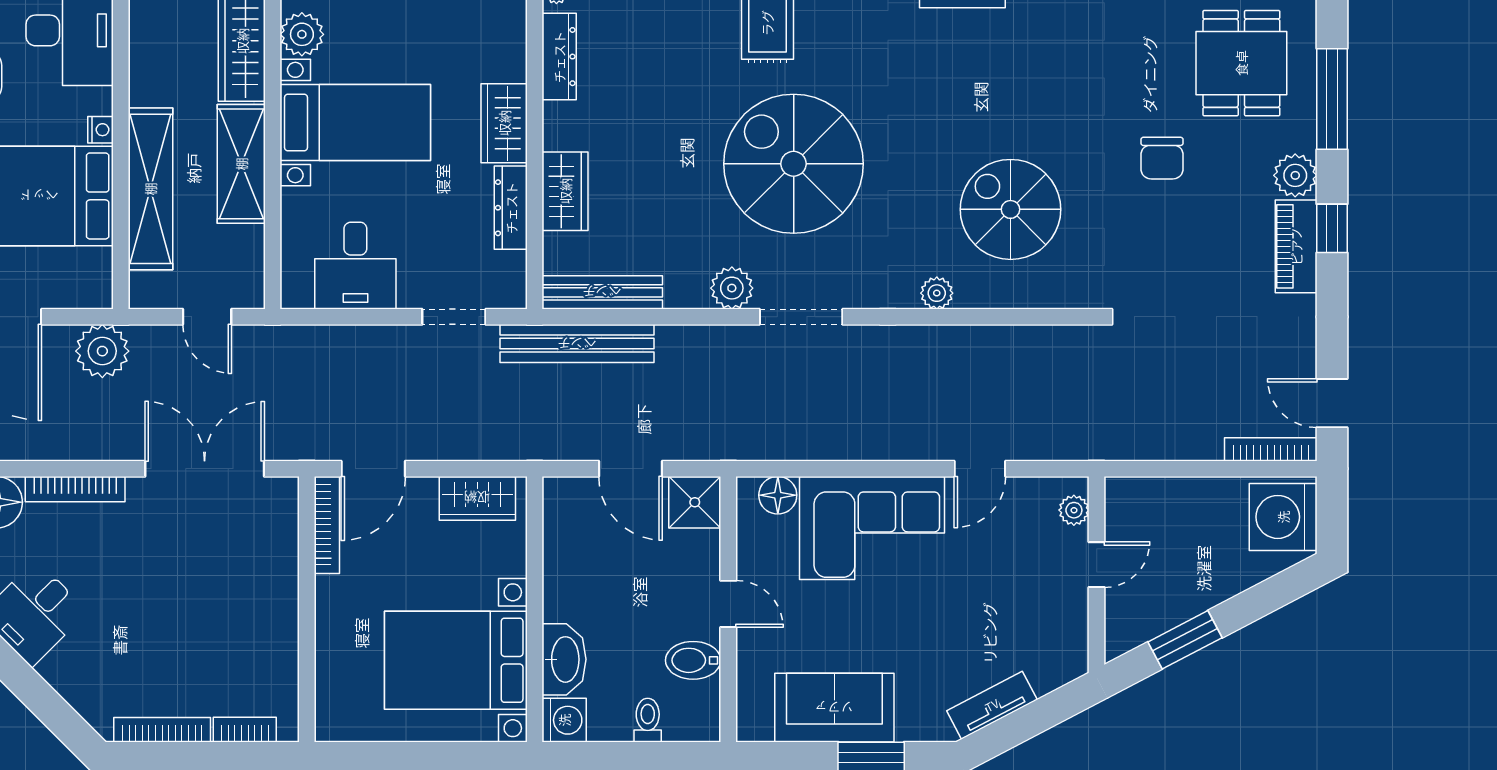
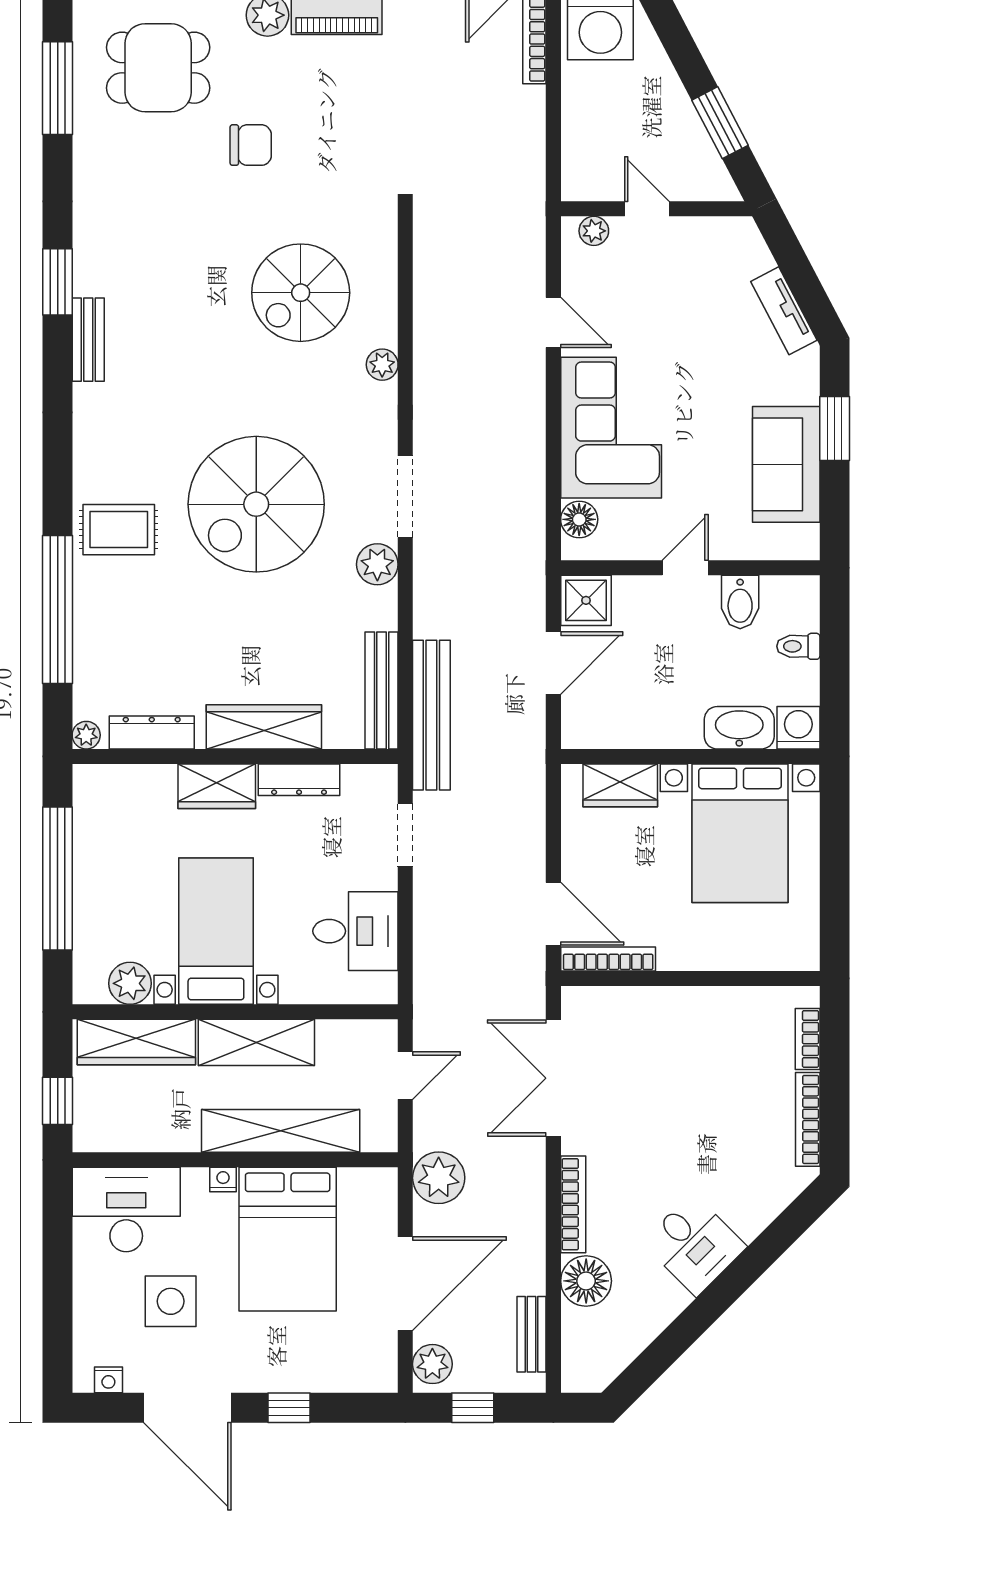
wardrobe: (565, 191) -> (264, 727), width x1.50
wardrobe: (477, 498) -> (620, 785), moved, turned 90

